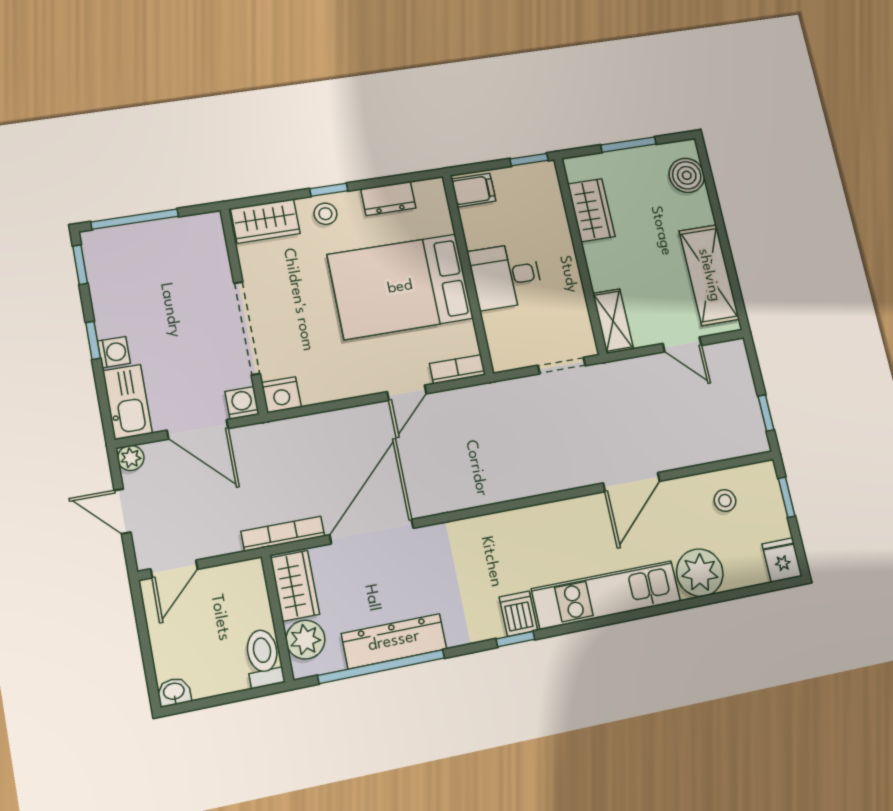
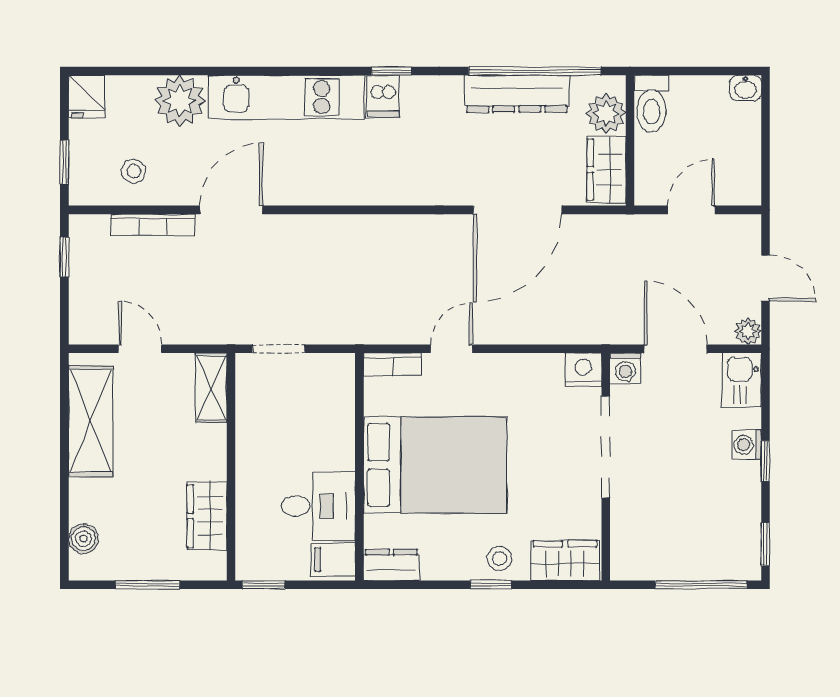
boiler: (687, 175) -> (83, 539), width x0.73, depth x0.73
dresser: (388, 198) -> (391, 565), moved
desk: (506, 276) -> (318, 506), moved
kitchen sink: (127, 402) -> (742, 380), width x0.73
bookcase: (283, 534) -> (153, 225), moved
door: (174, 569) -> (691, 210), moved

